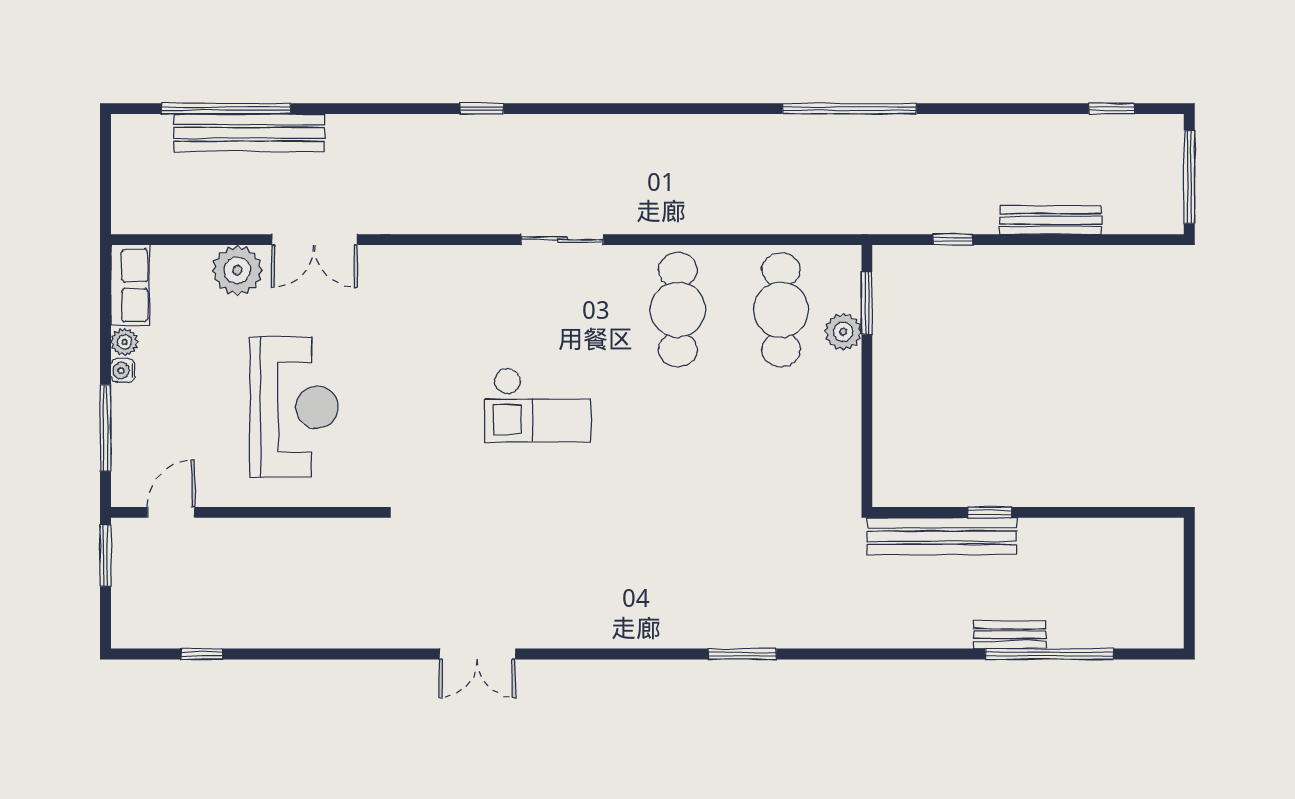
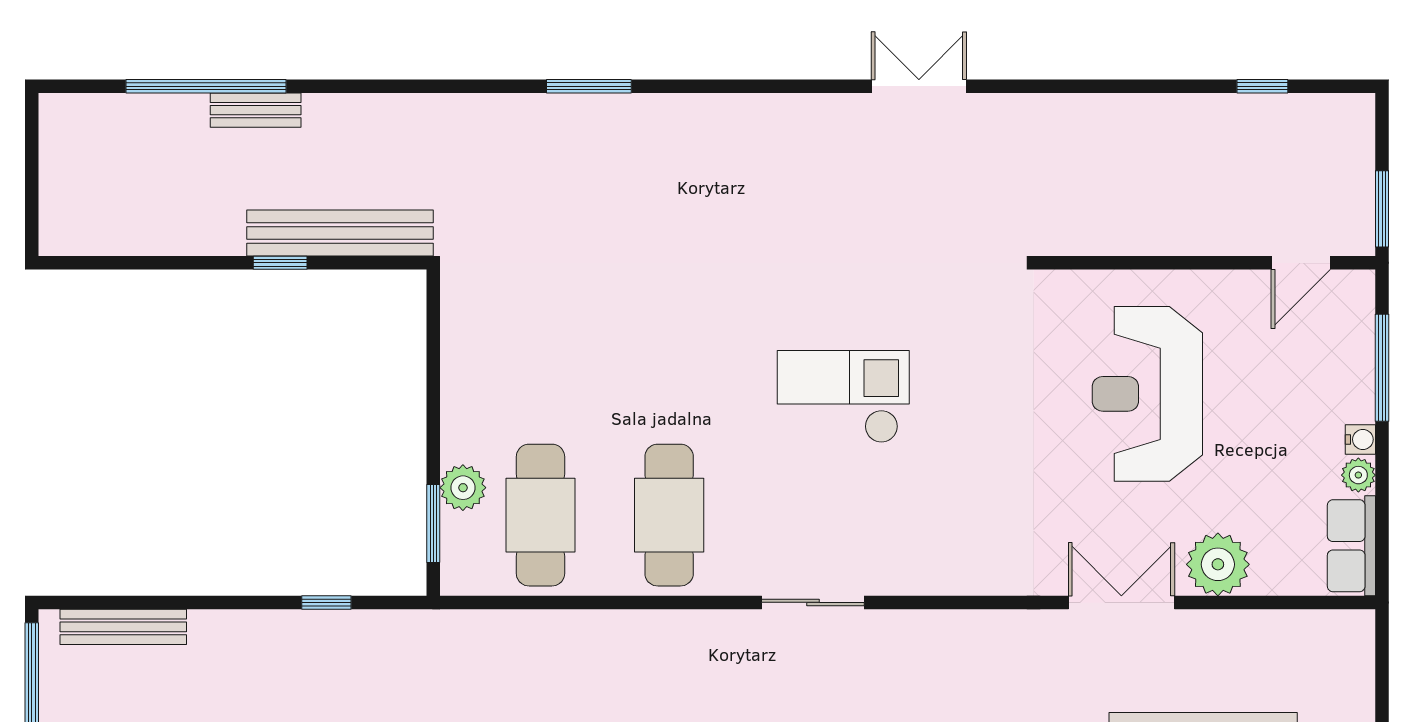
bench: (1051, 220) -> (123, 627), moved

